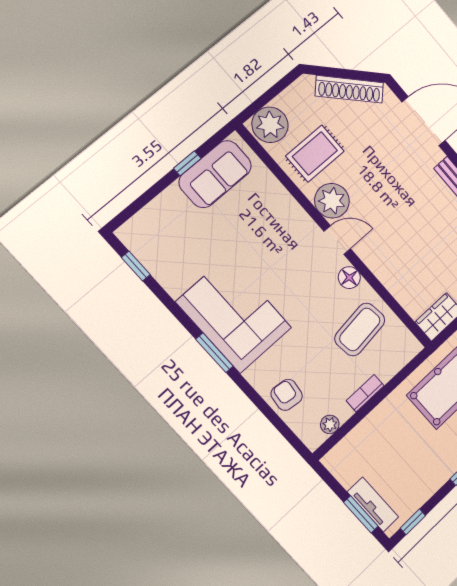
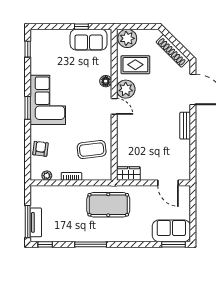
floor lamp: (349, 278) -> (106, 81), moved
window: (361, 514) -> (28, 222), width x1.44

